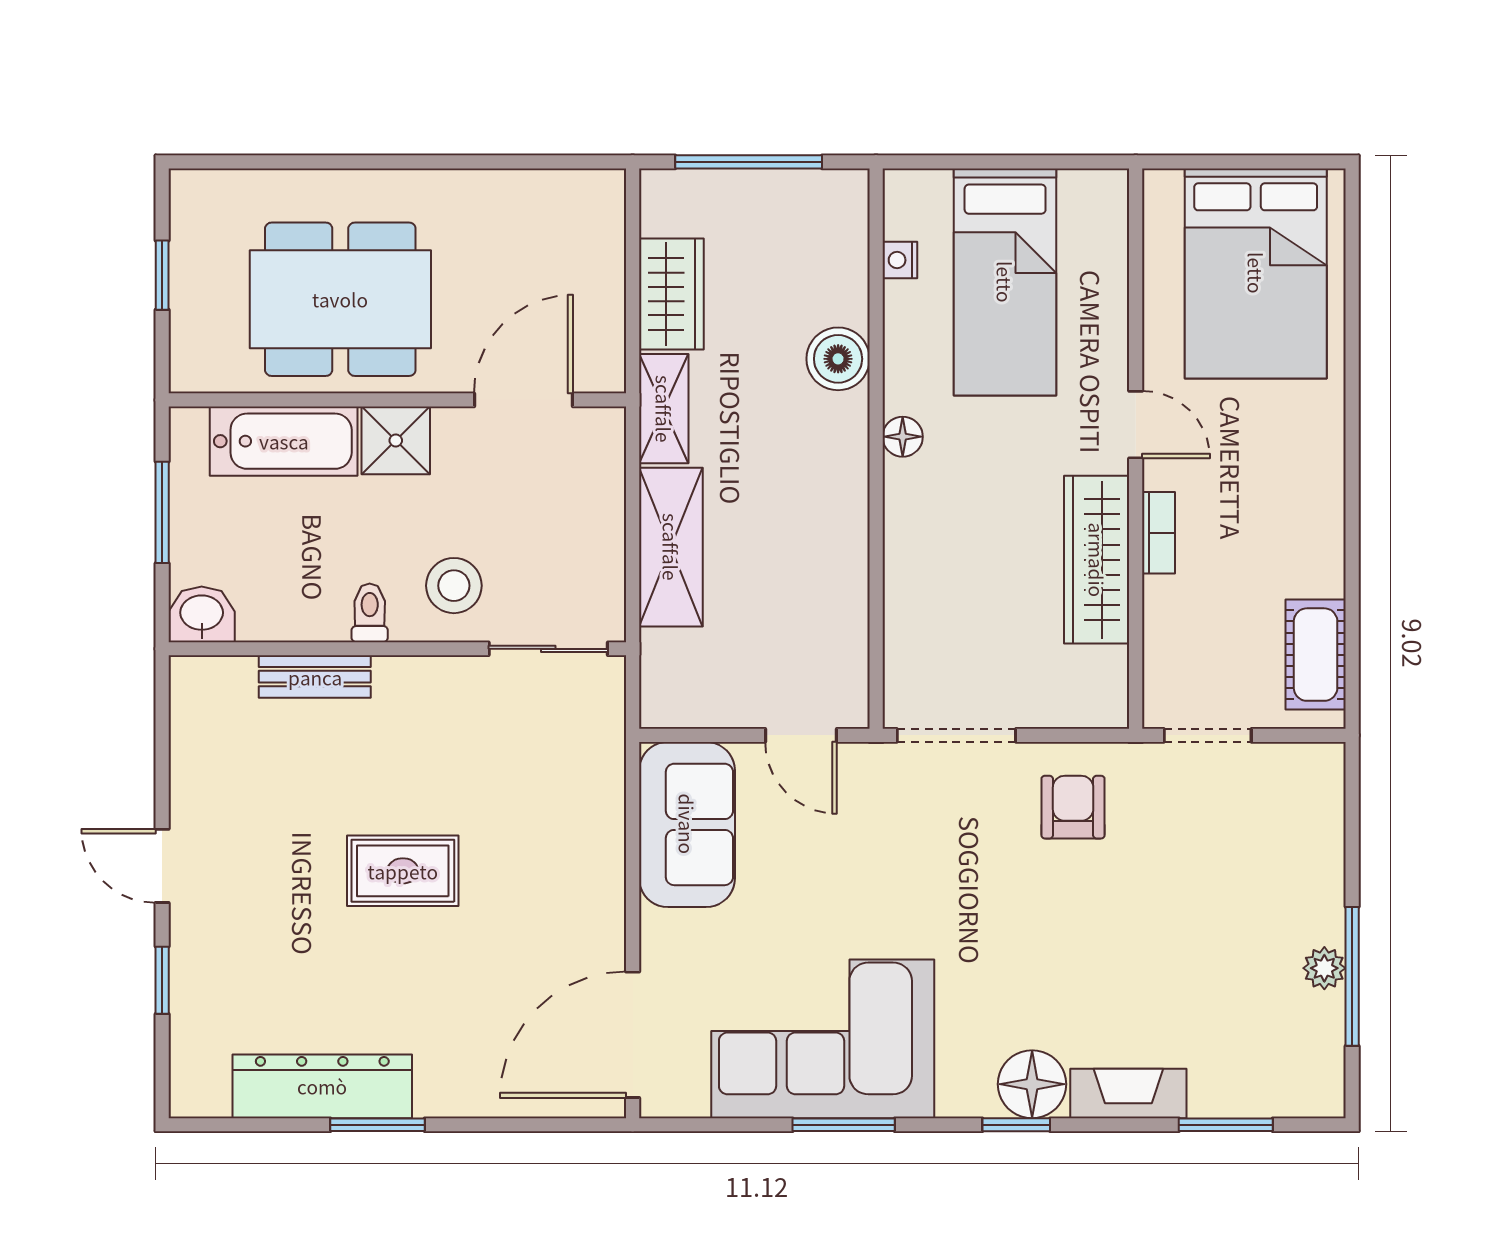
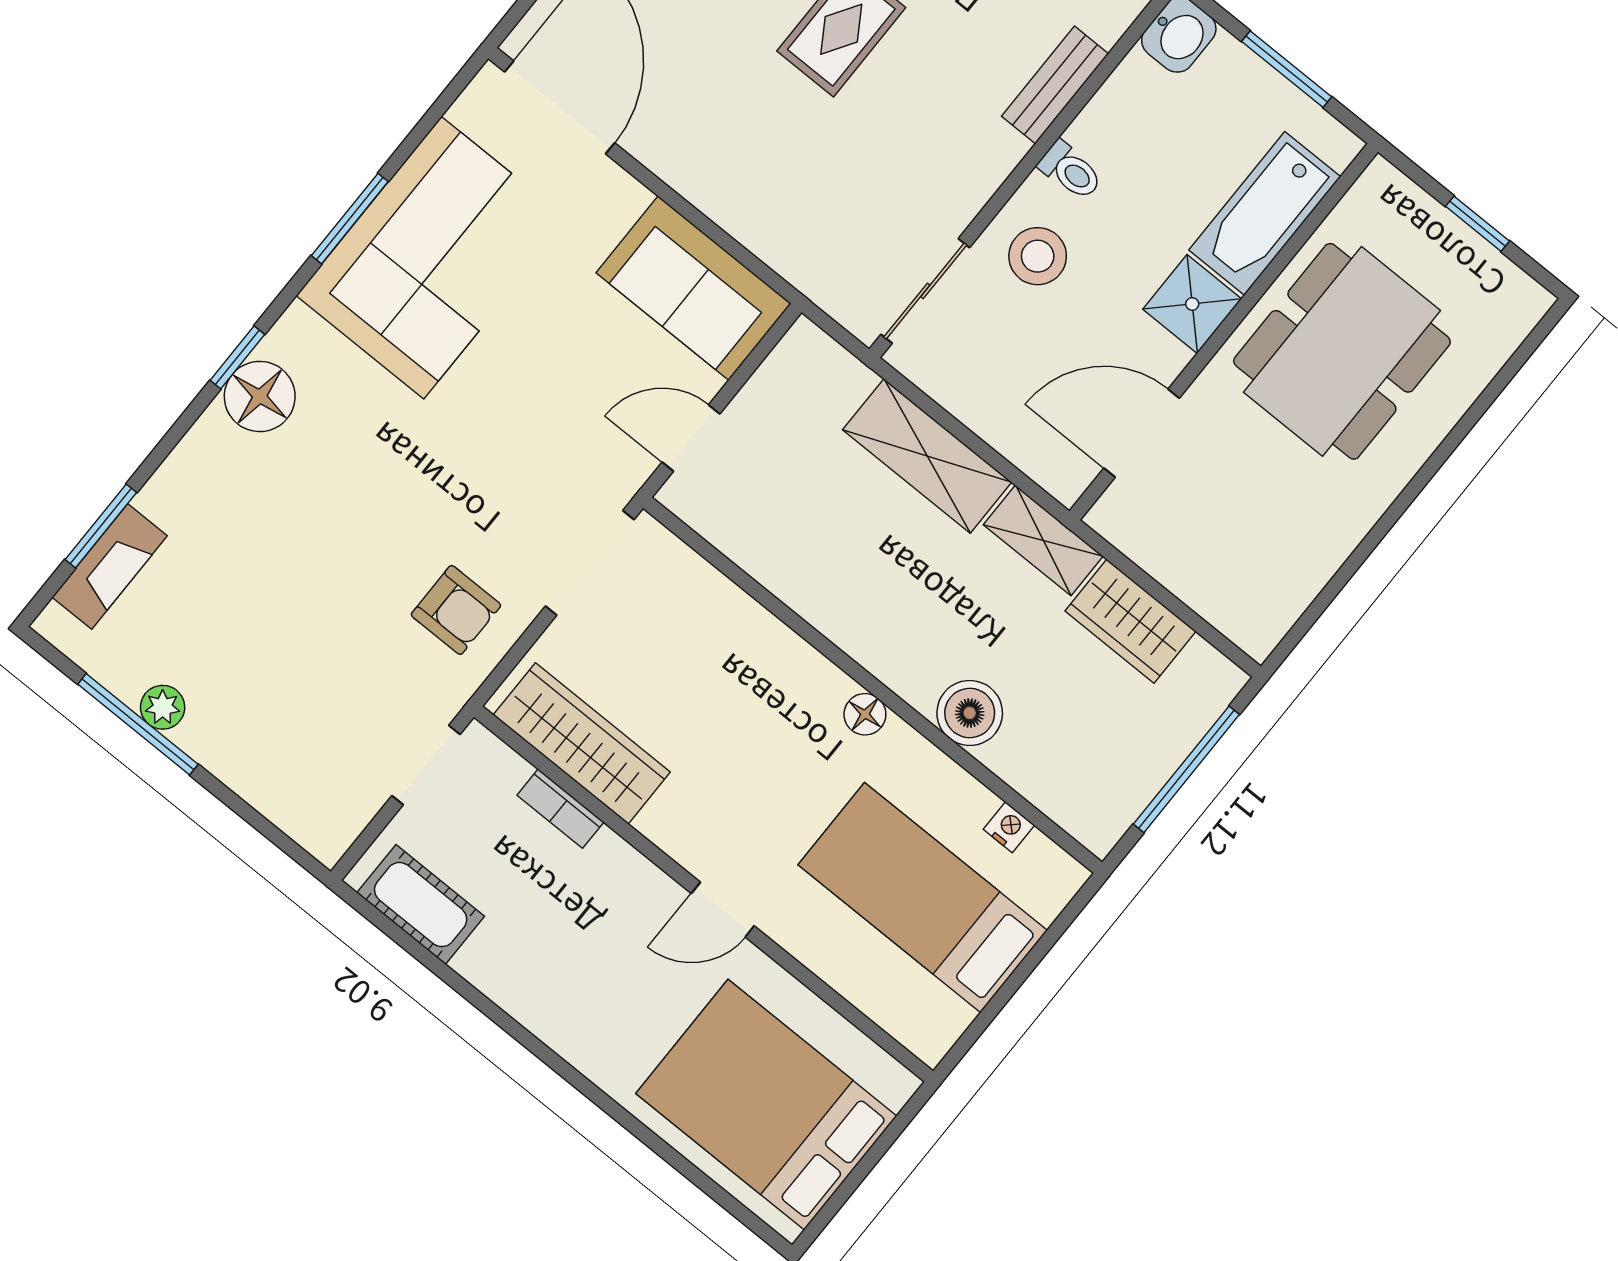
door: (523, 400) -> (1142, 433), swing flipped
bookcase: (1159, 533) -> (560, 809), moved
wardrobe: (1097, 560) -> (582, 743), moved
fireplace: (1128, 1093) -> (110, 566), moved

